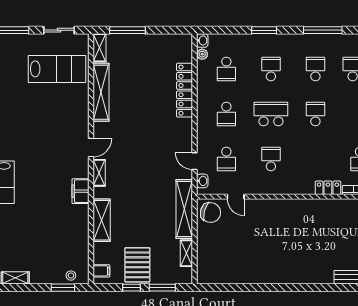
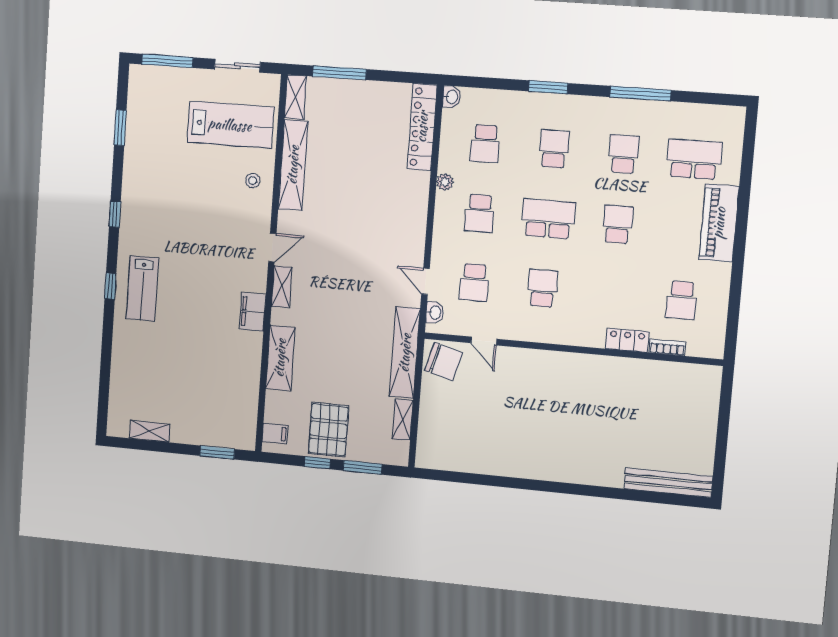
plant: (202, 54) -> (445, 182), moved
locker: (185, 90) -> (422, 127), moved
stool: (71, 276) -> (253, 181), moved

